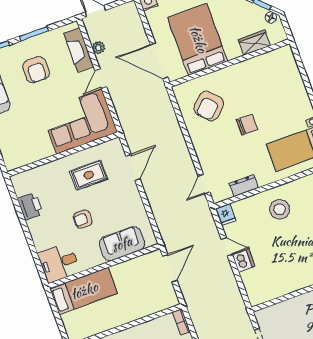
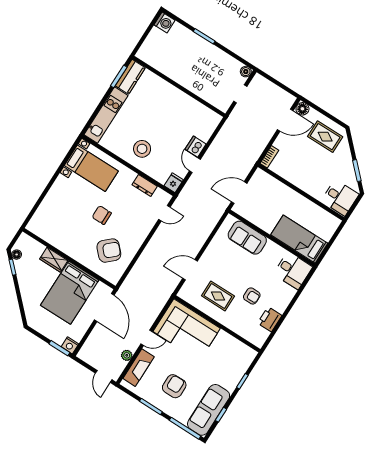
wardrobe: (254, 43) -> (54, 260), moved
armchair: (83, 219) -> (252, 296), moved

